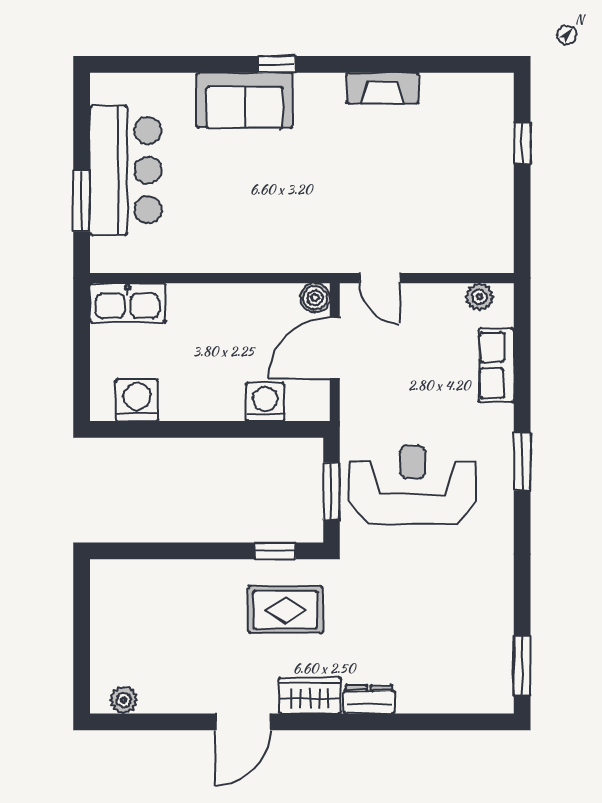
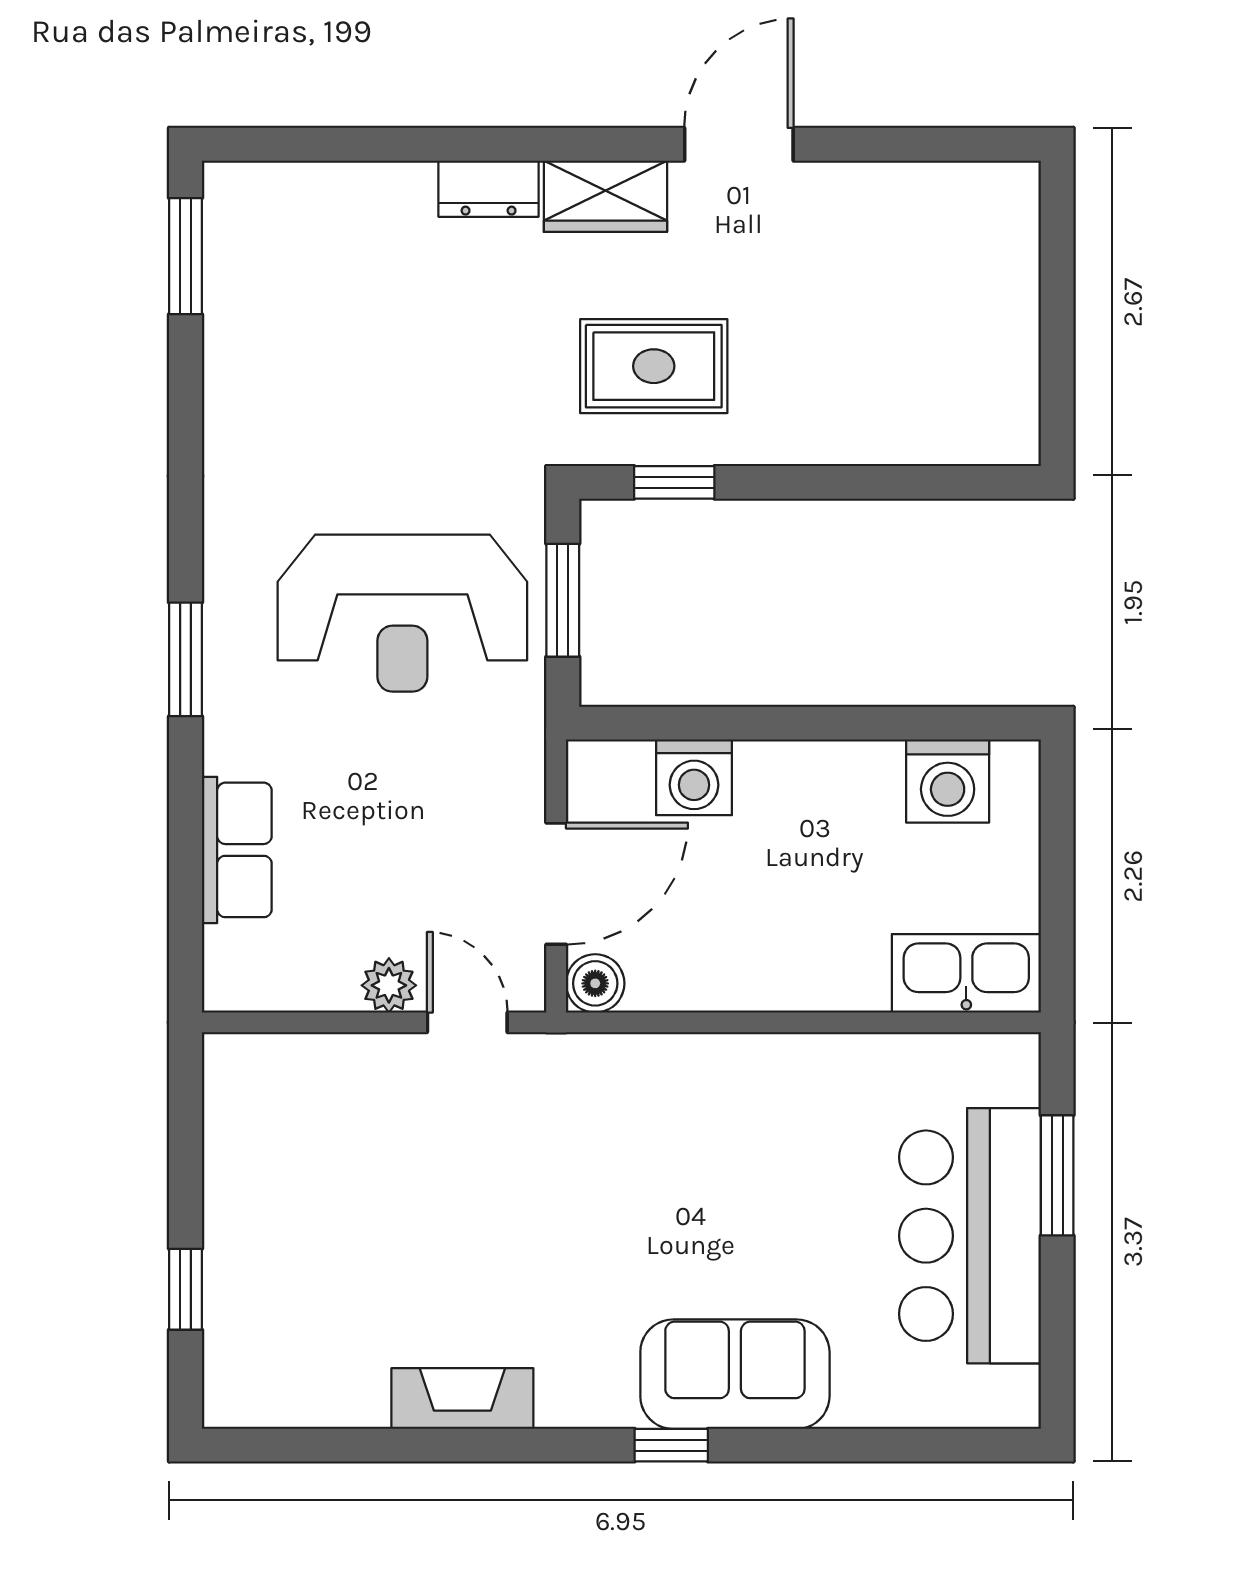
plant: (479, 297) -> (389, 985), moved
plant: (124, 700) -> (974, 188), removed

